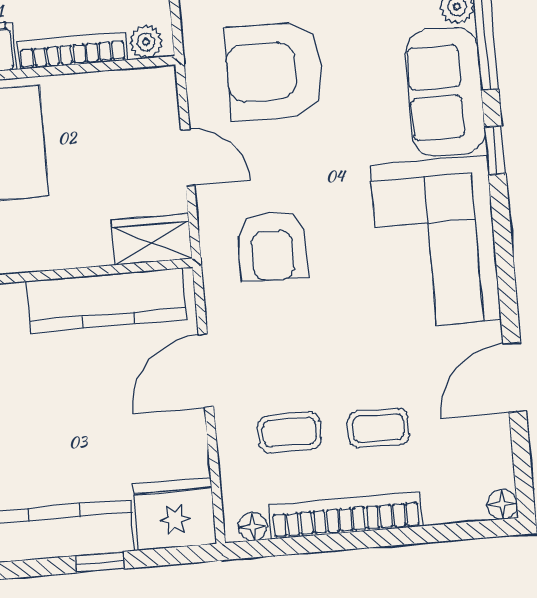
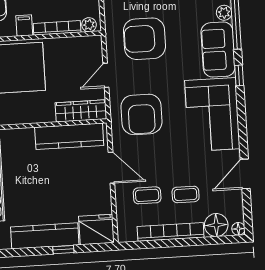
door: (188, 158) -> (106, 75), swing flipped
wardrobe: (152, 240) -> (81, 111), width x1.50
armchair: (272, 246) -> (141, 114), width x1.36, depth x1.36
door: (206, 370) -> (111, 168), swing flipped
floor lamp: (253, 527) -> (216, 225), moved, width x1.89, depth x1.89

